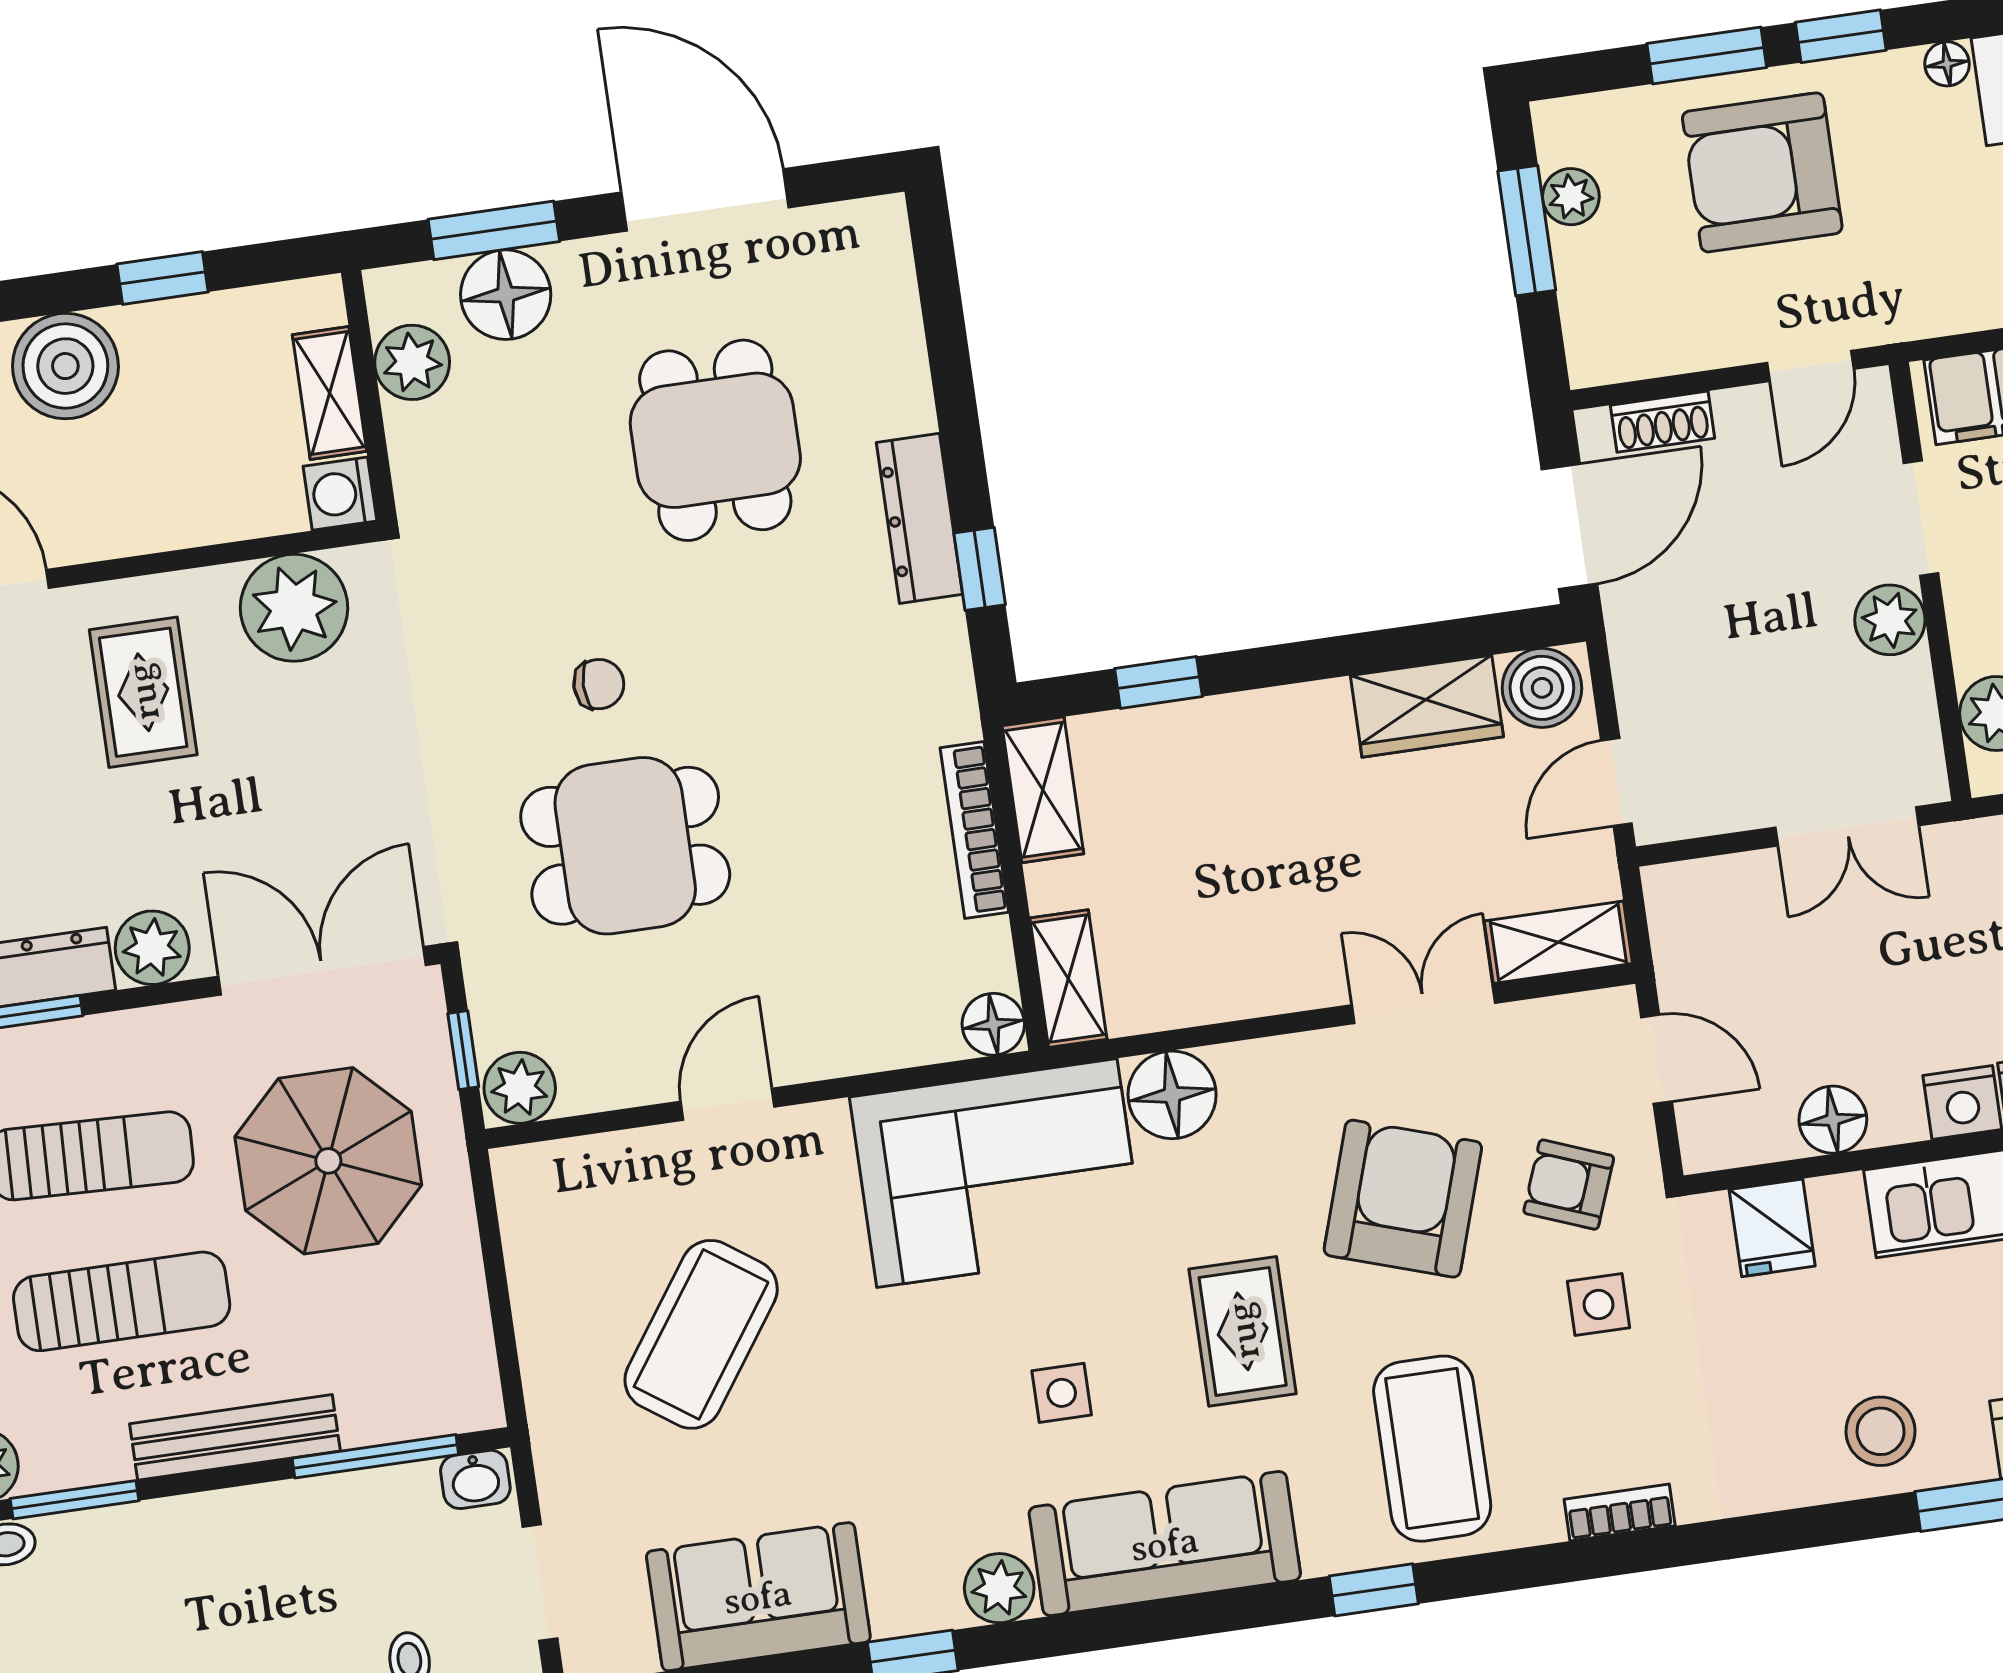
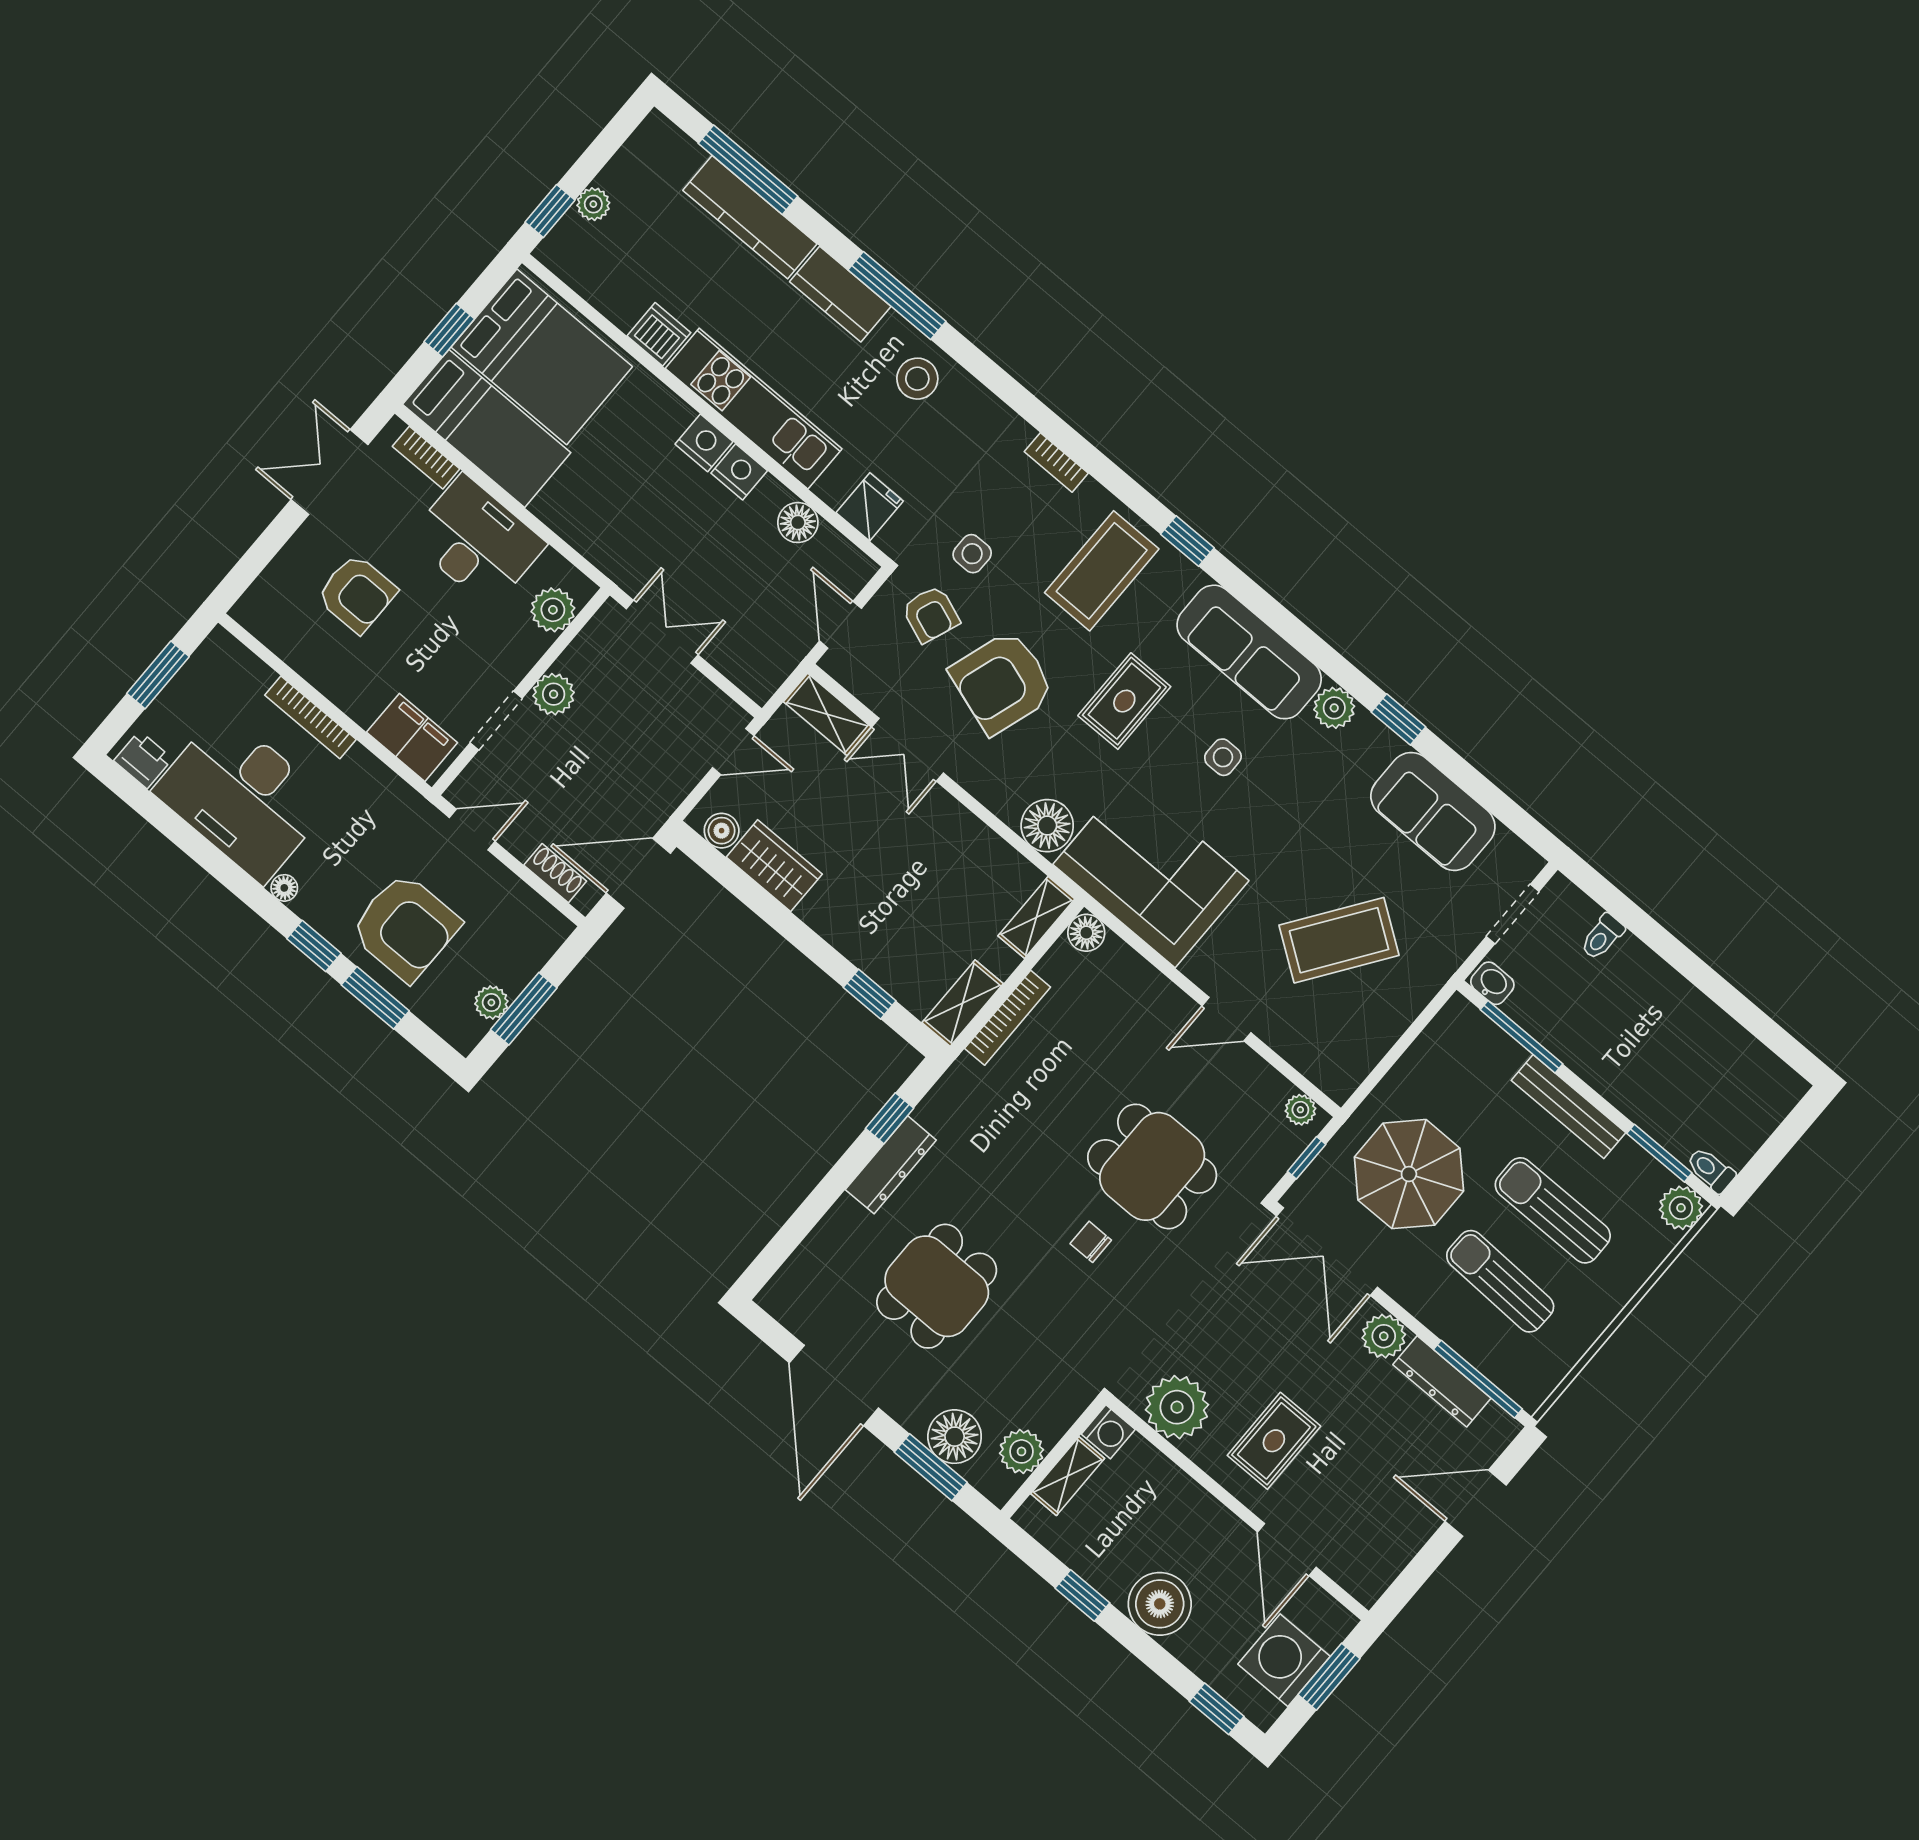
boiler: (1542, 688) -> (722, 831), width x0.73, depth x0.73
plant: (520, 1088) -> (1300, 1110), width x0.73, depth x0.73

